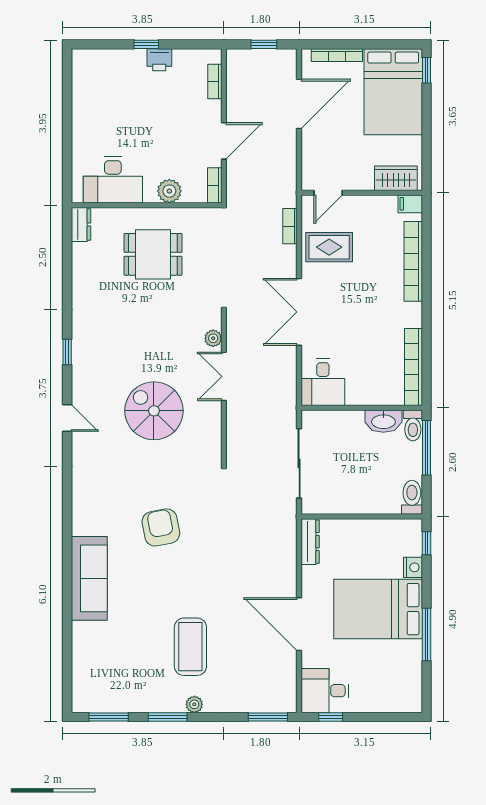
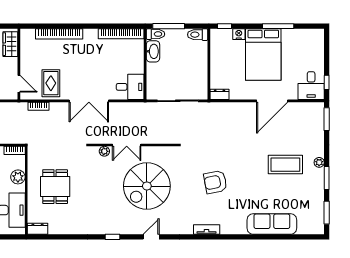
filing cabinet: (410, 204) -> (25, 36), removed
spiral stairs: (154, 411) -> (147, 186), width x1.37, depth x1.37
tv unit: (80, 512) -> (207, 230), added
dresser: (310, 542) -> (220, 94), width x0.70
sofa: (89, 578) -> (272, 224), moved

